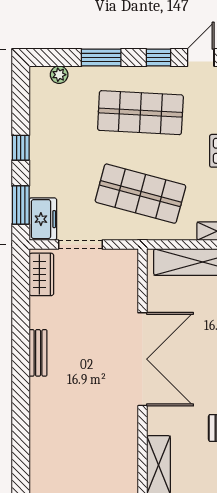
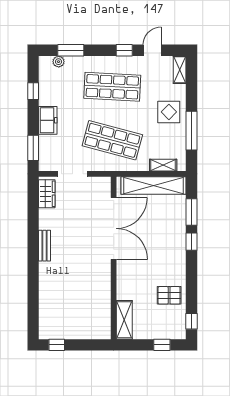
window: (101, 58) -> (71, 50), moved
window: (21, 148) -> (33, 91), moved
freezer: (43, 219) -> (48, 120), moved
double door: (143, 359) -> (114, 228), moved

